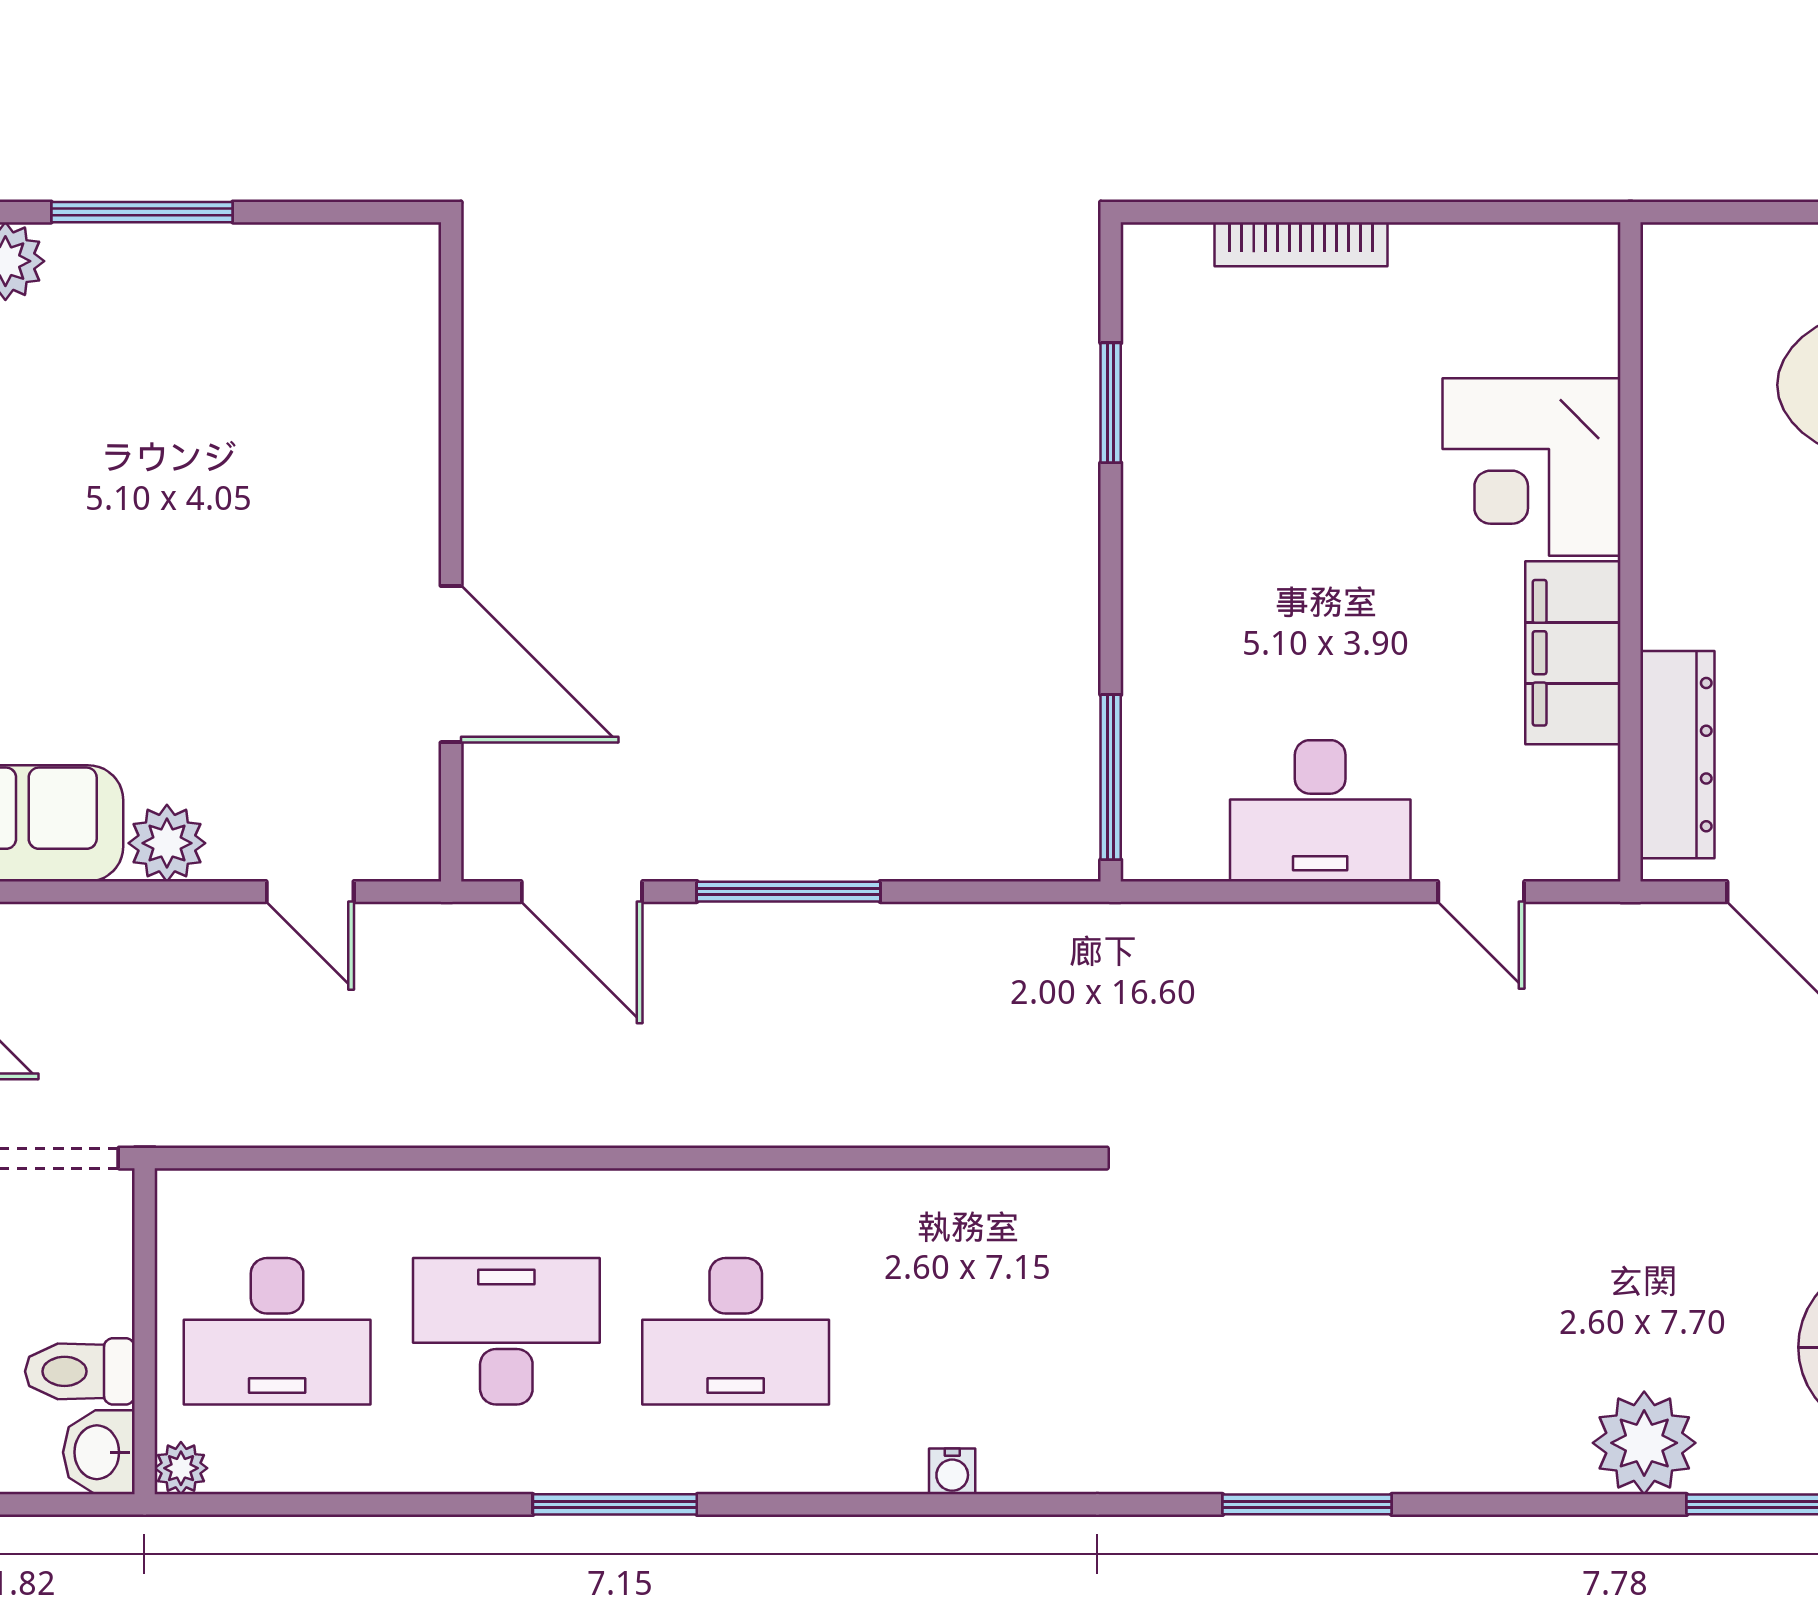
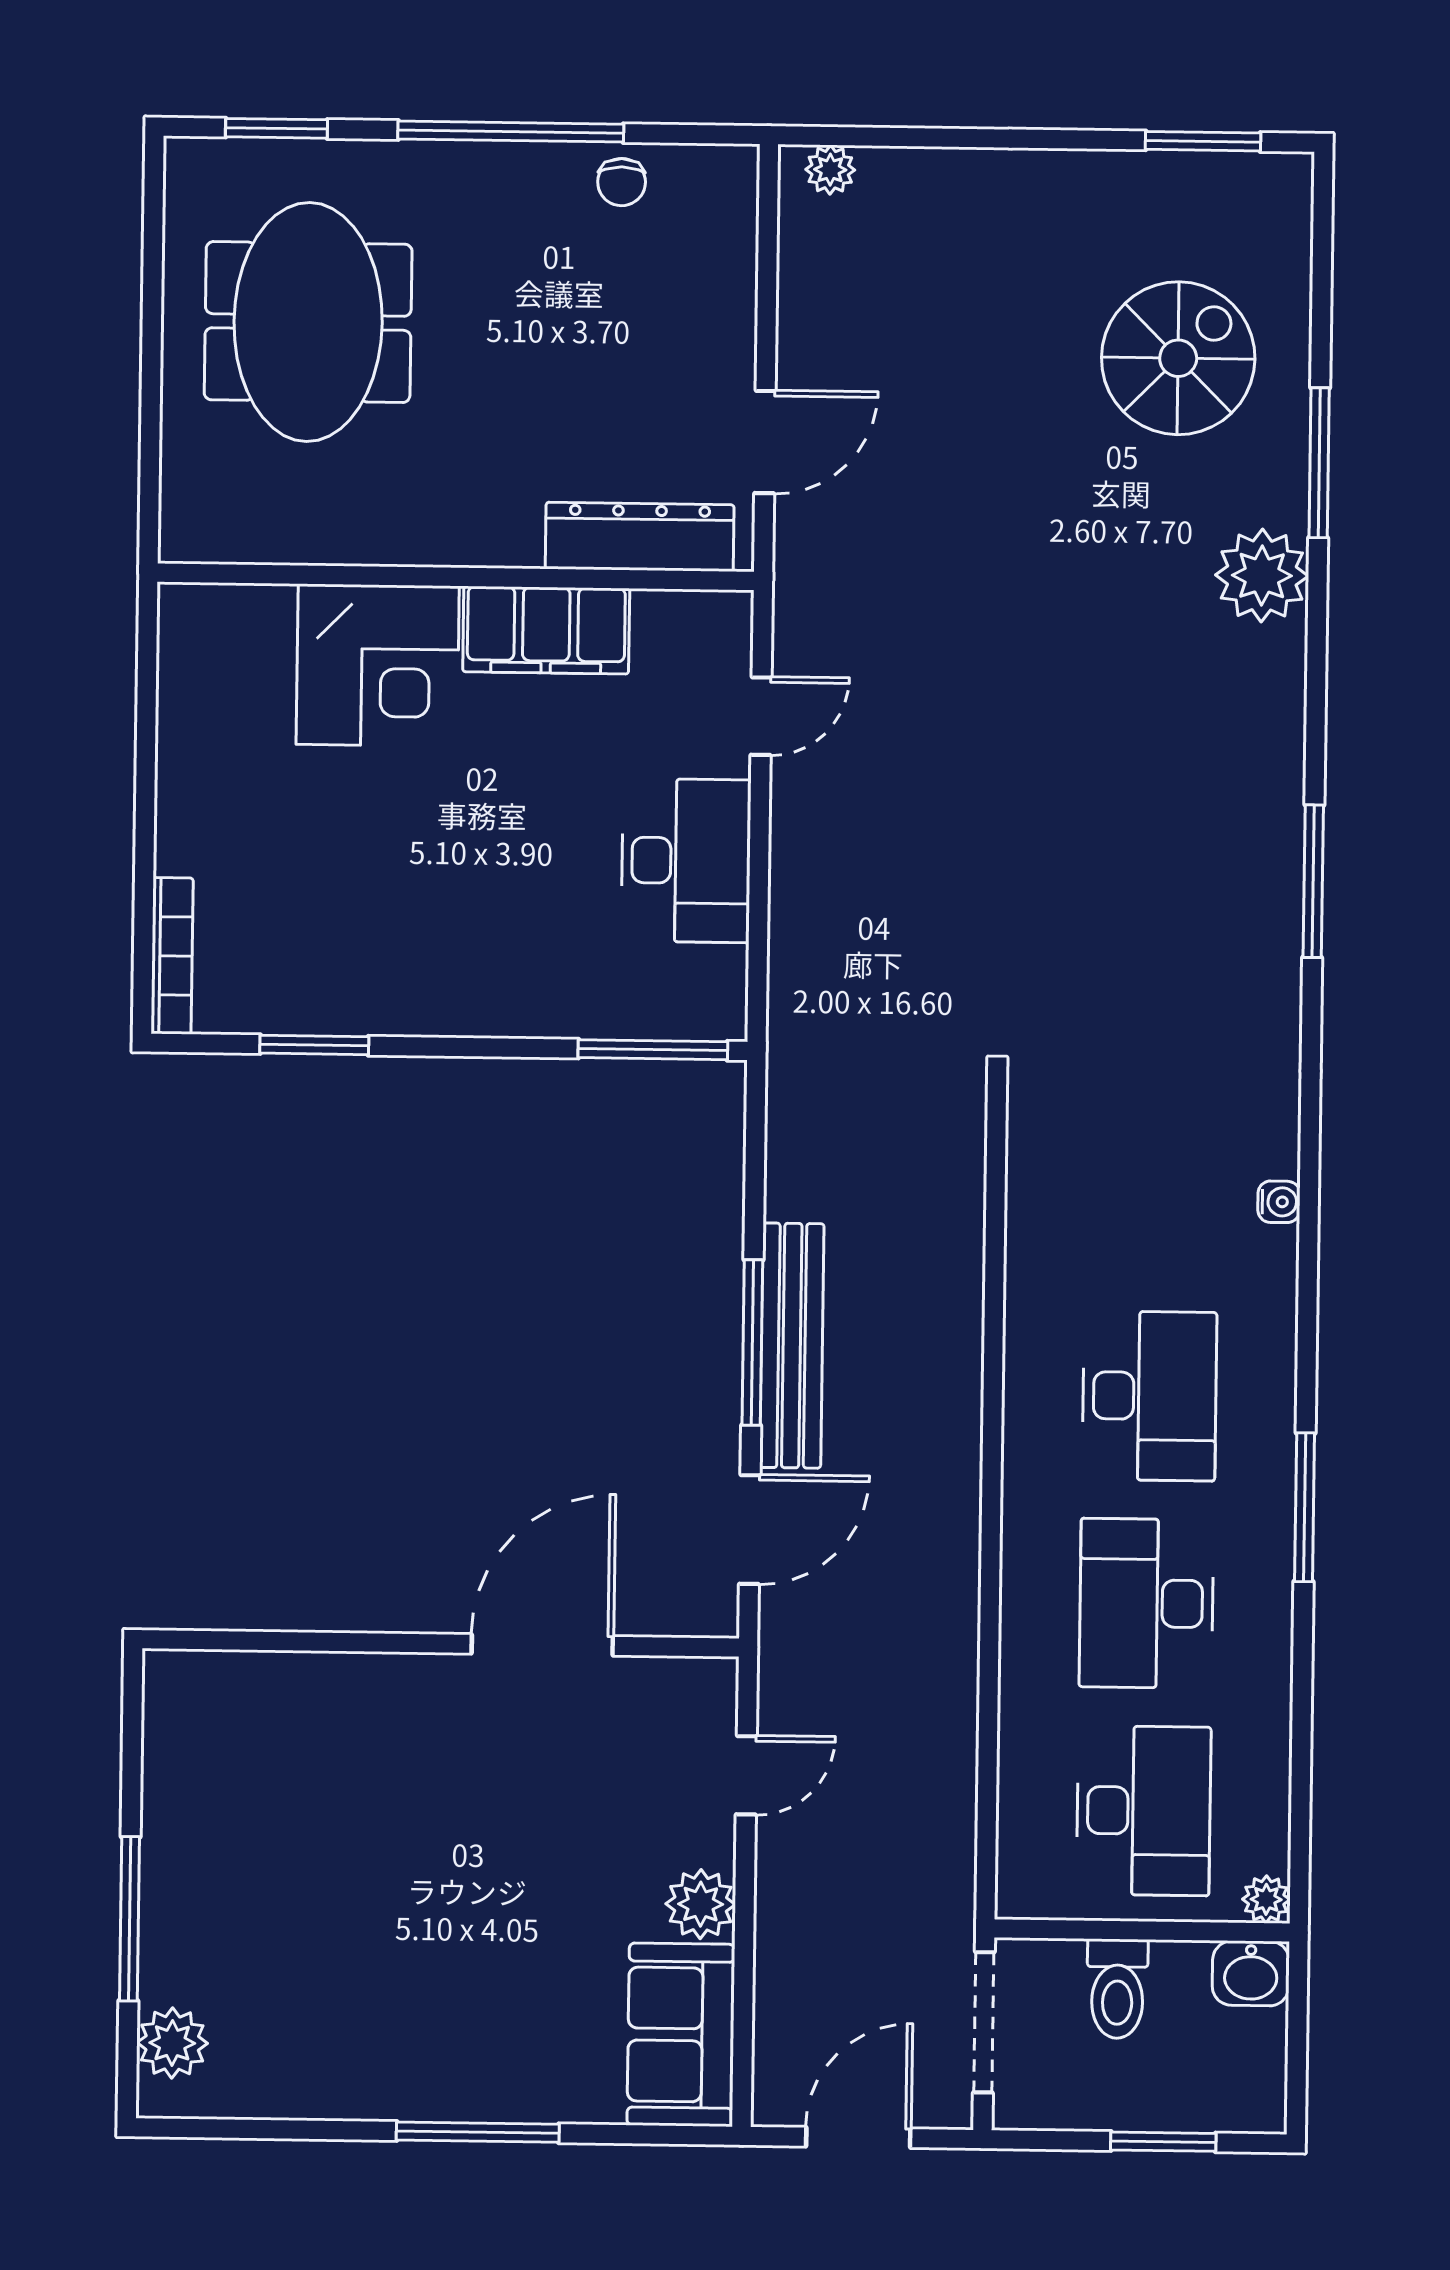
bookcase: (1301, 244) -> (172, 956), moved
bench: (786, 935) -> (792, 1346), added
toilet: (80, 1371) -> (1117, 1989), moved

